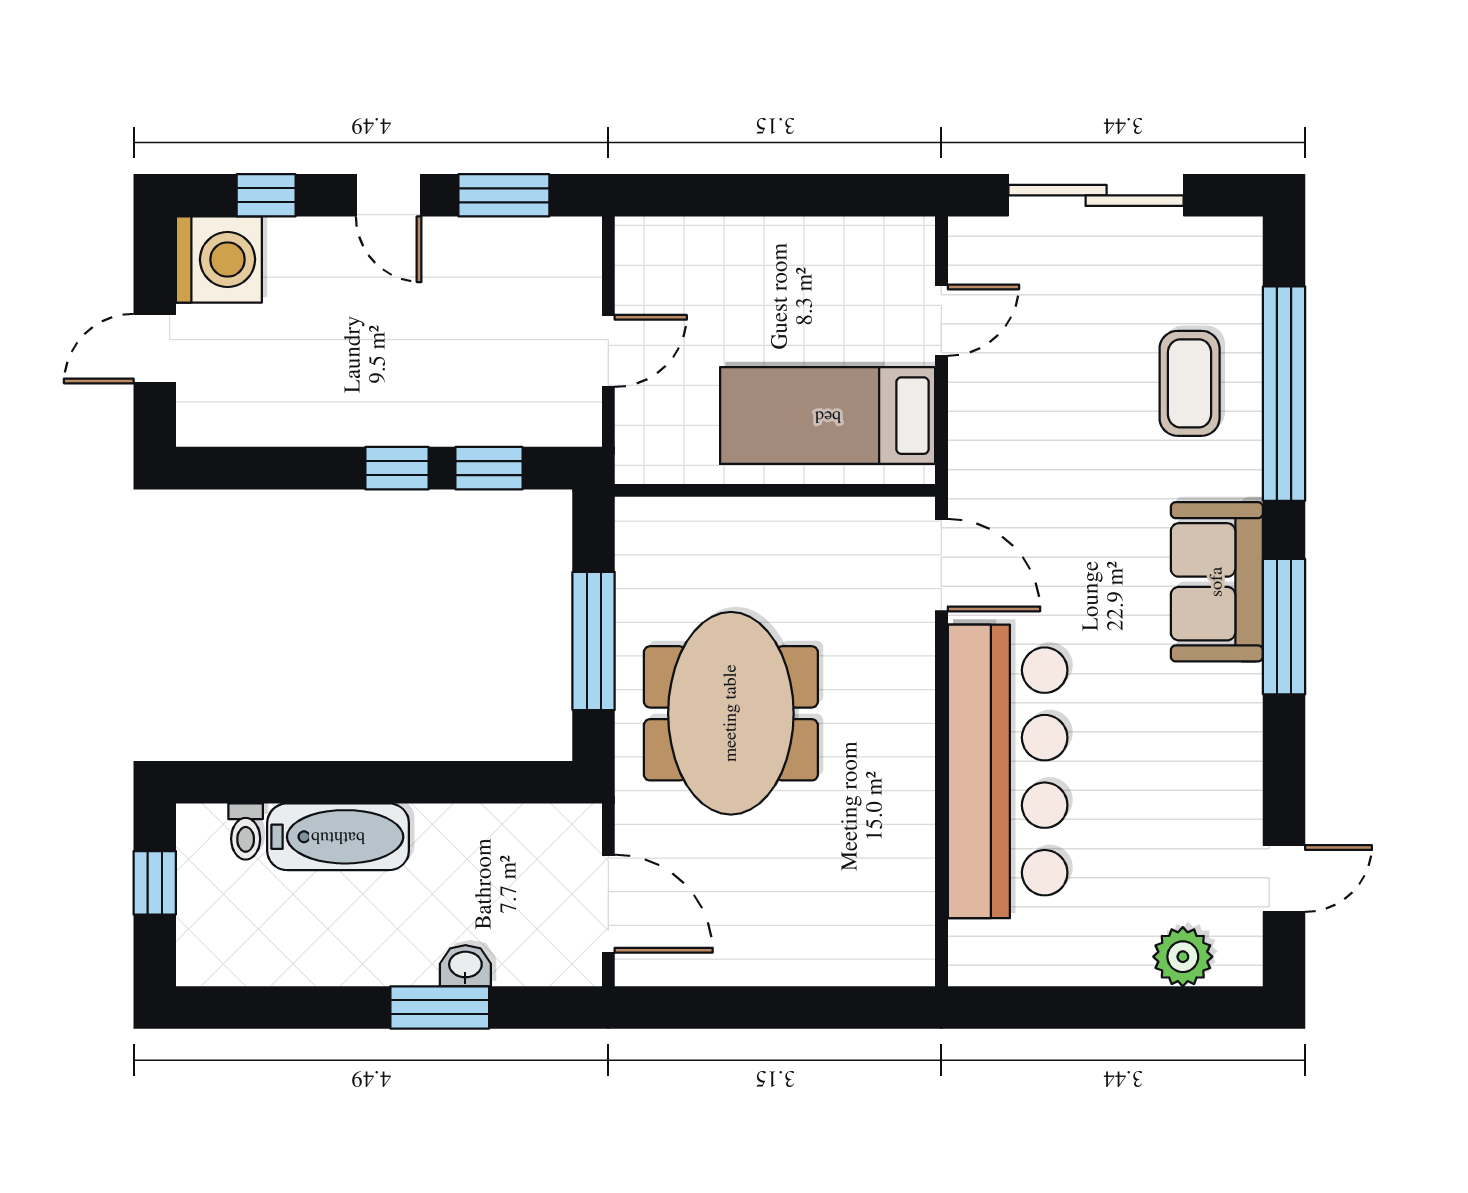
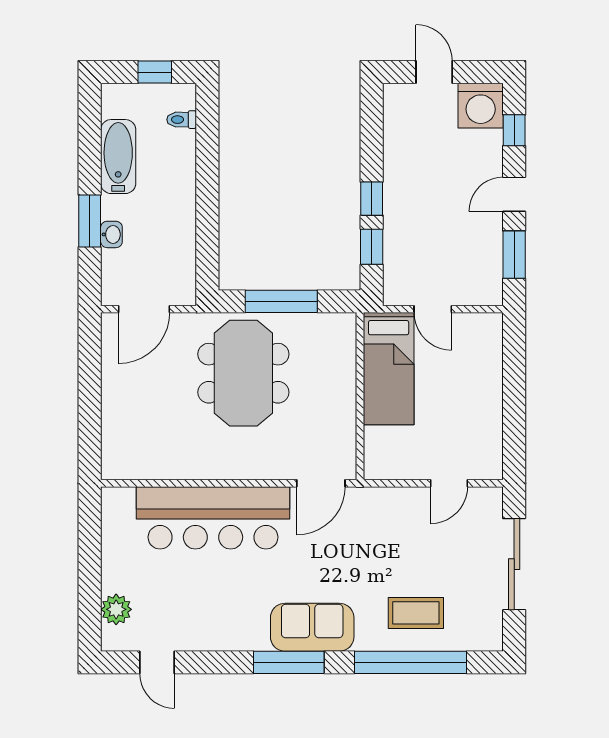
door: (941, 320) -> (449, 483), hinge flipped
bed: (828, 416) -> (389, 369), moved, turned 180
meeting table: (731, 713) -> (243, 373), turned 90
bathtub: (338, 837) -> (118, 157), moved, turned 180

